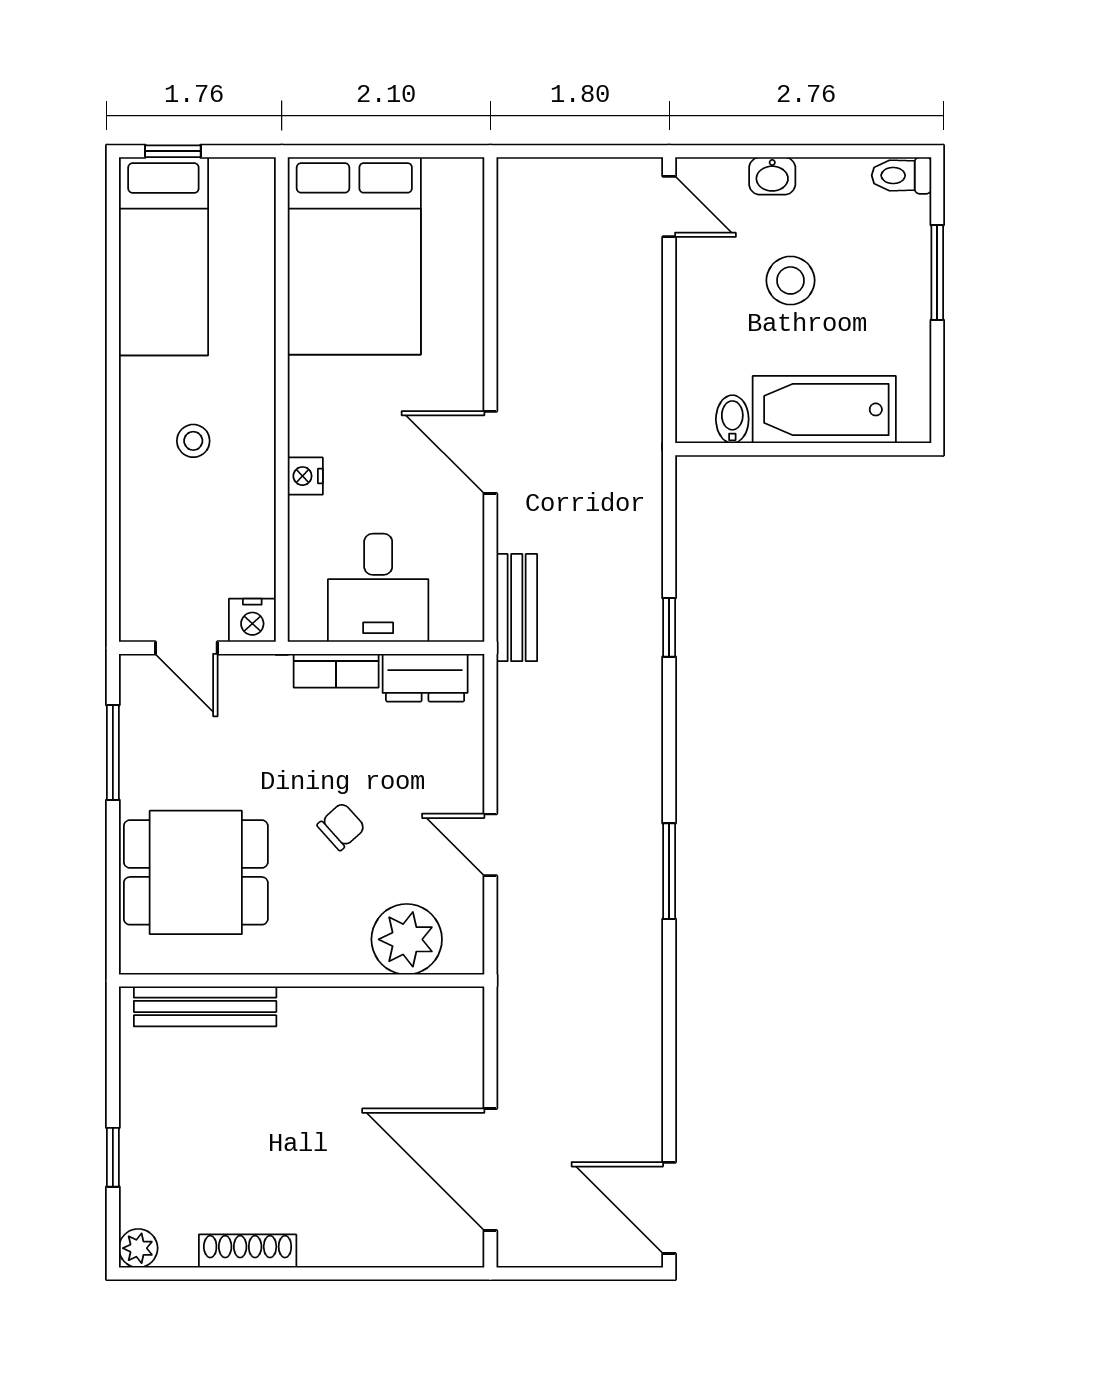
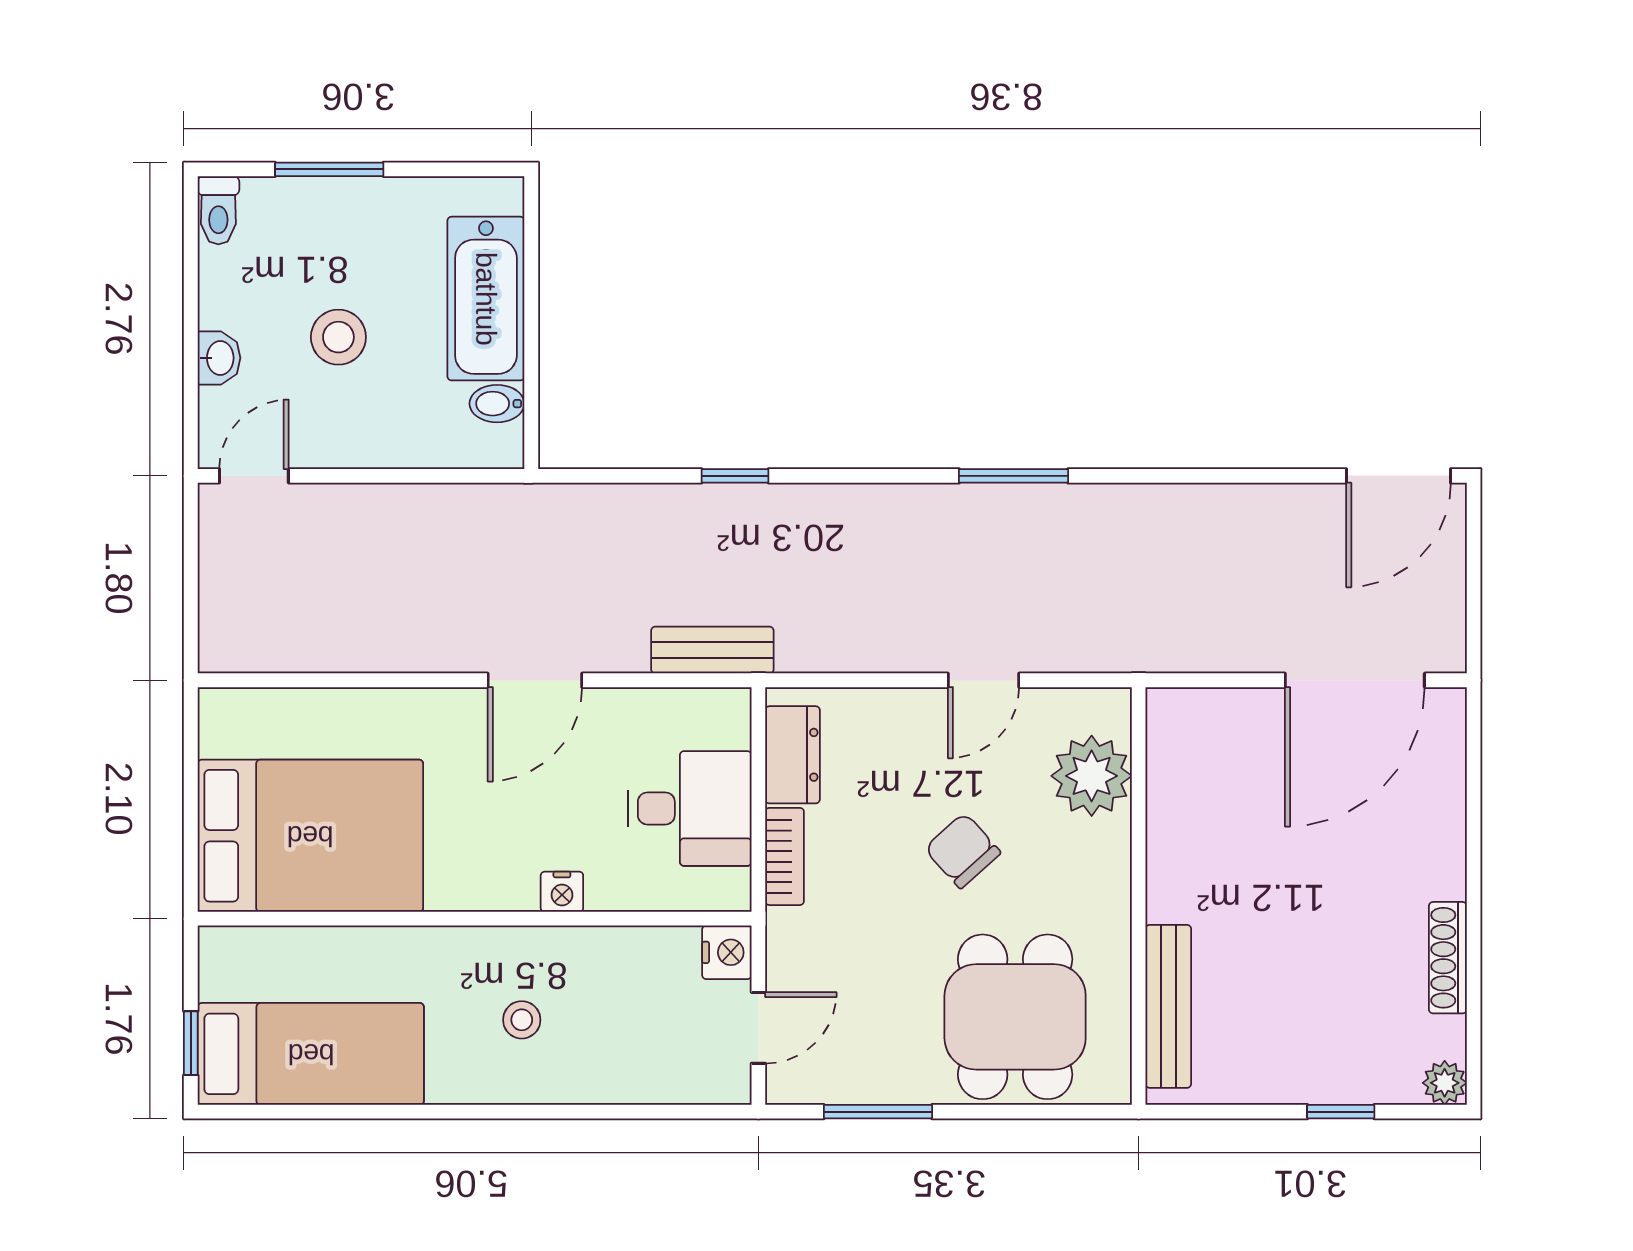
chair: (341, 826) -> (963, 851), width x1.37, depth x1.37

